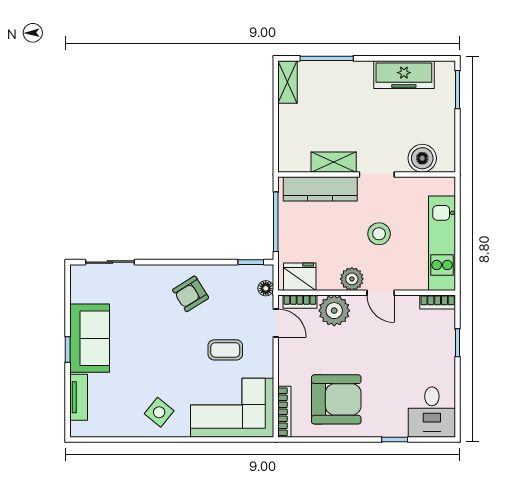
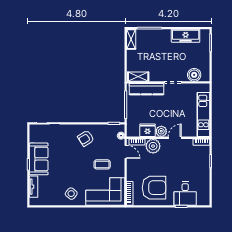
shelving: (334, 162) -> (138, 77), moved
stool: (379, 234) -> (174, 110), removed
fridge: (300, 277) -> (148, 130), moved
door: (381, 293) -> (175, 138), swing flipped
desk: (432, 412) -> (185, 194), moved

